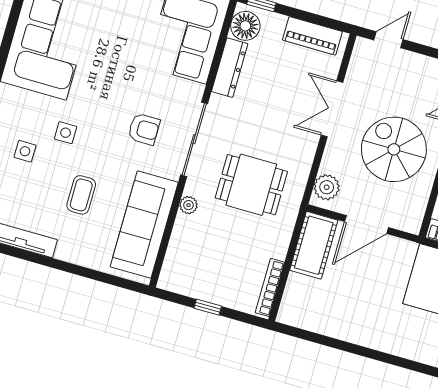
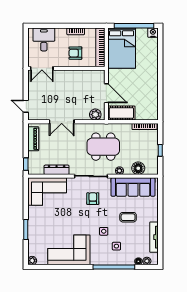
floor lamp: (245, 26) -> (138, 168), moved
spiral stairs: (394, 149) -> (71, 91), removed
dining table: (251, 185) -> (103, 147), width x1.37

